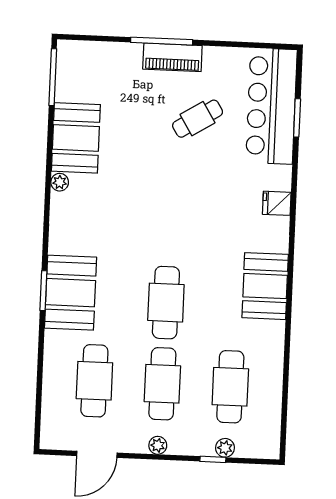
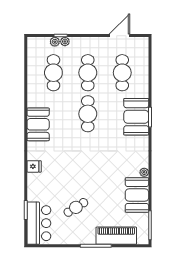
piano: (172, 57) -> (116, 236), moved, width x1.37, depth x1.33
bar counter: (271, 106) -> (39, 223), width x0.73
plant: (158, 445) -> (65, 41), moved

